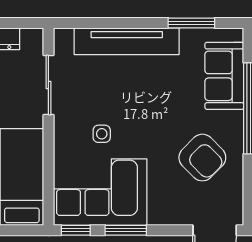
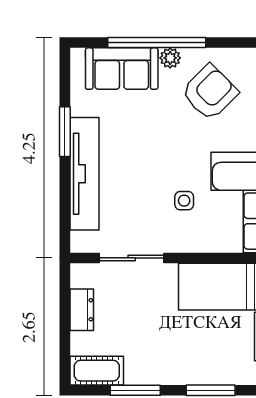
window: (191, 23) -> (65, 132), moved
plant: (234, 121) -> (170, 58), added

